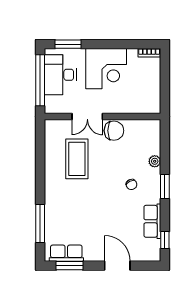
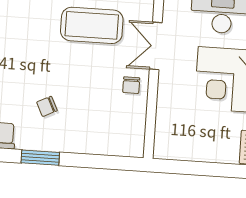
chair: (114, 131) -> (131, 85), width x0.54, depth x0.54
plant: (155, 161) -> (80, 145), removed

